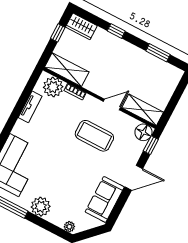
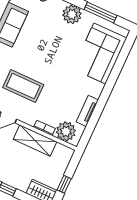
shelving: (67, 70) -> (35, 140), moved

